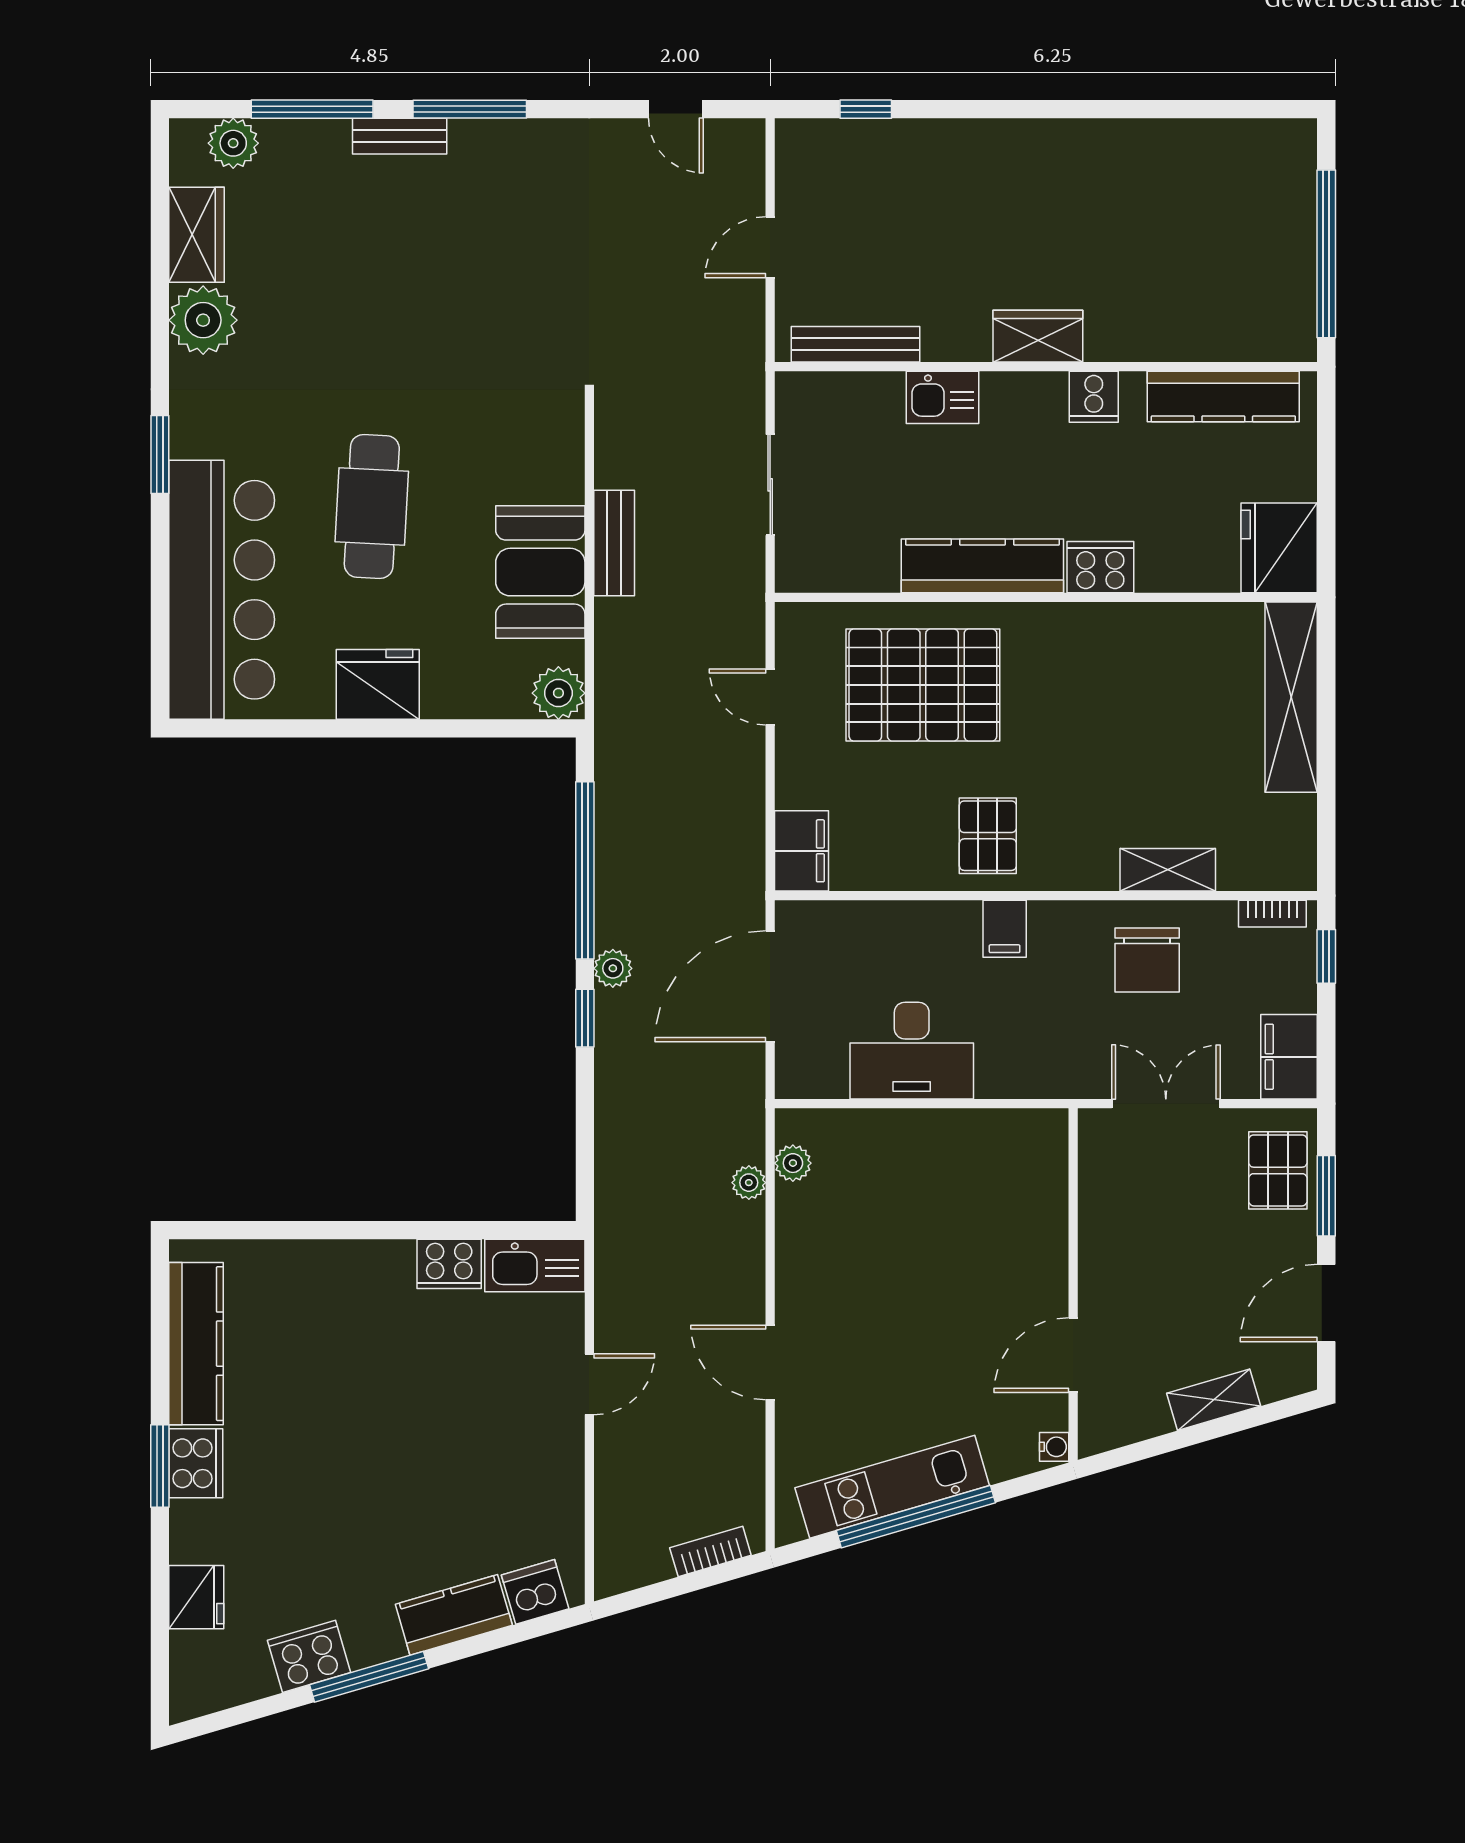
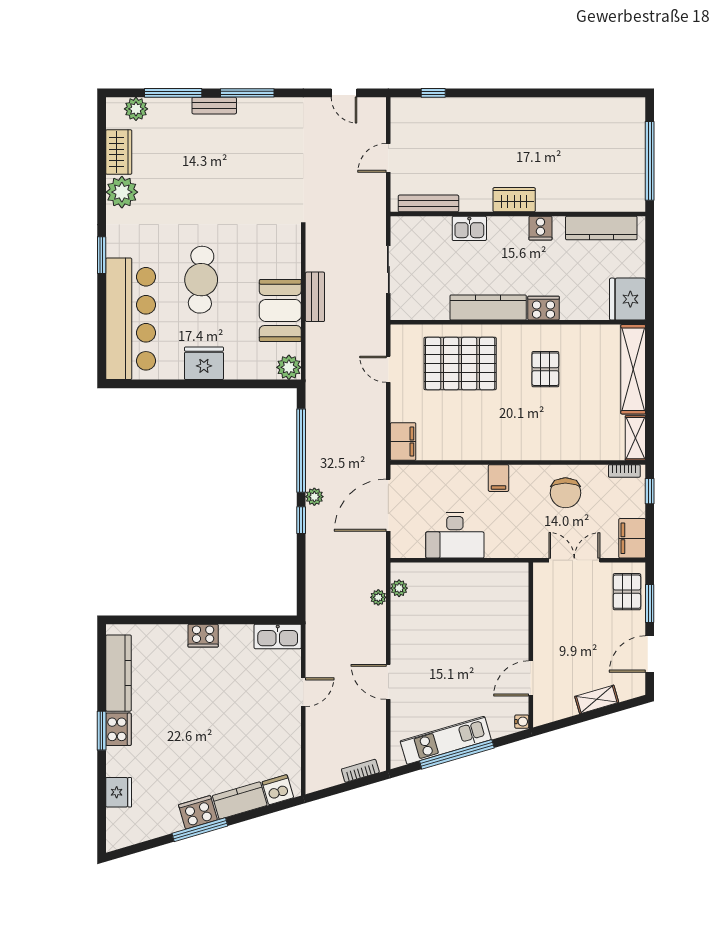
pallet: (988, 836) -> (545, 369), moved
shelving: (1168, 870) -> (635, 438), moved, turned 90
cooker: (449, 1264) -> (203, 636), moved
cooker: (309, 1656) -> (198, 812), moved

